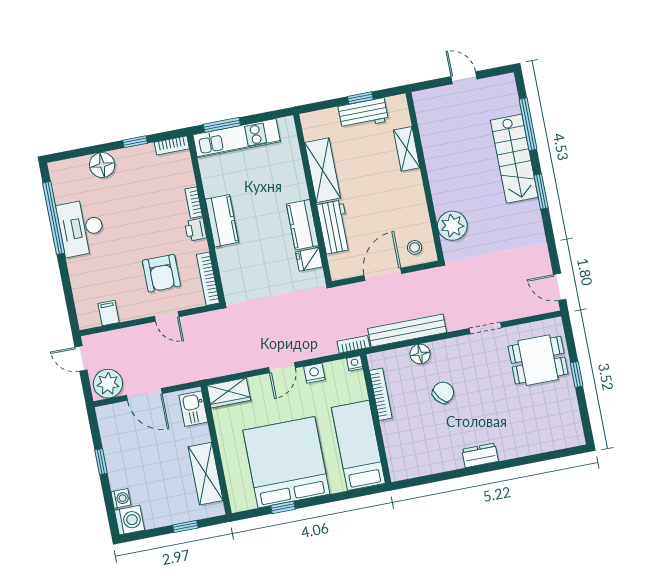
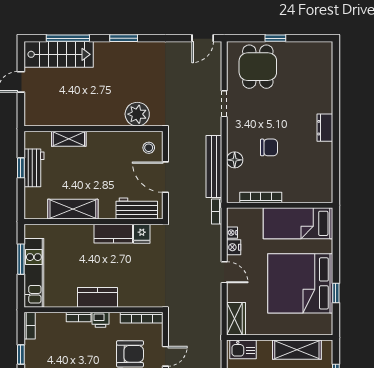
window: (222, 125) -> (21, 259), moved
stairs: (514, 159) -> (59, 54), moved
workbench: (334, 227) -> (137, 208), moved
nightstand: (355, 363) -> (232, 233), moved
chair: (443, 393) -> (269, 147), turned 129

